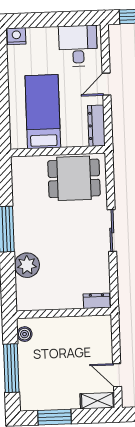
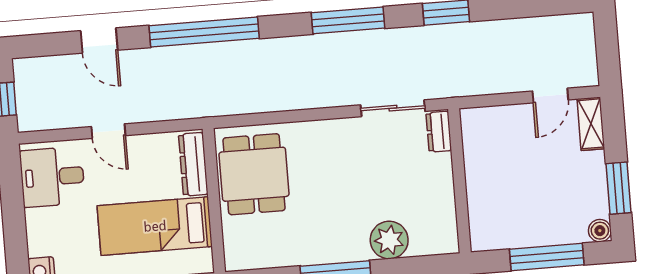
dresser: (96, 126) -> (193, 164), moved, turned 90
sliding door: (112, 231) -> (393, 108), moved
boiler: (25, 334) -> (600, 231), moved

